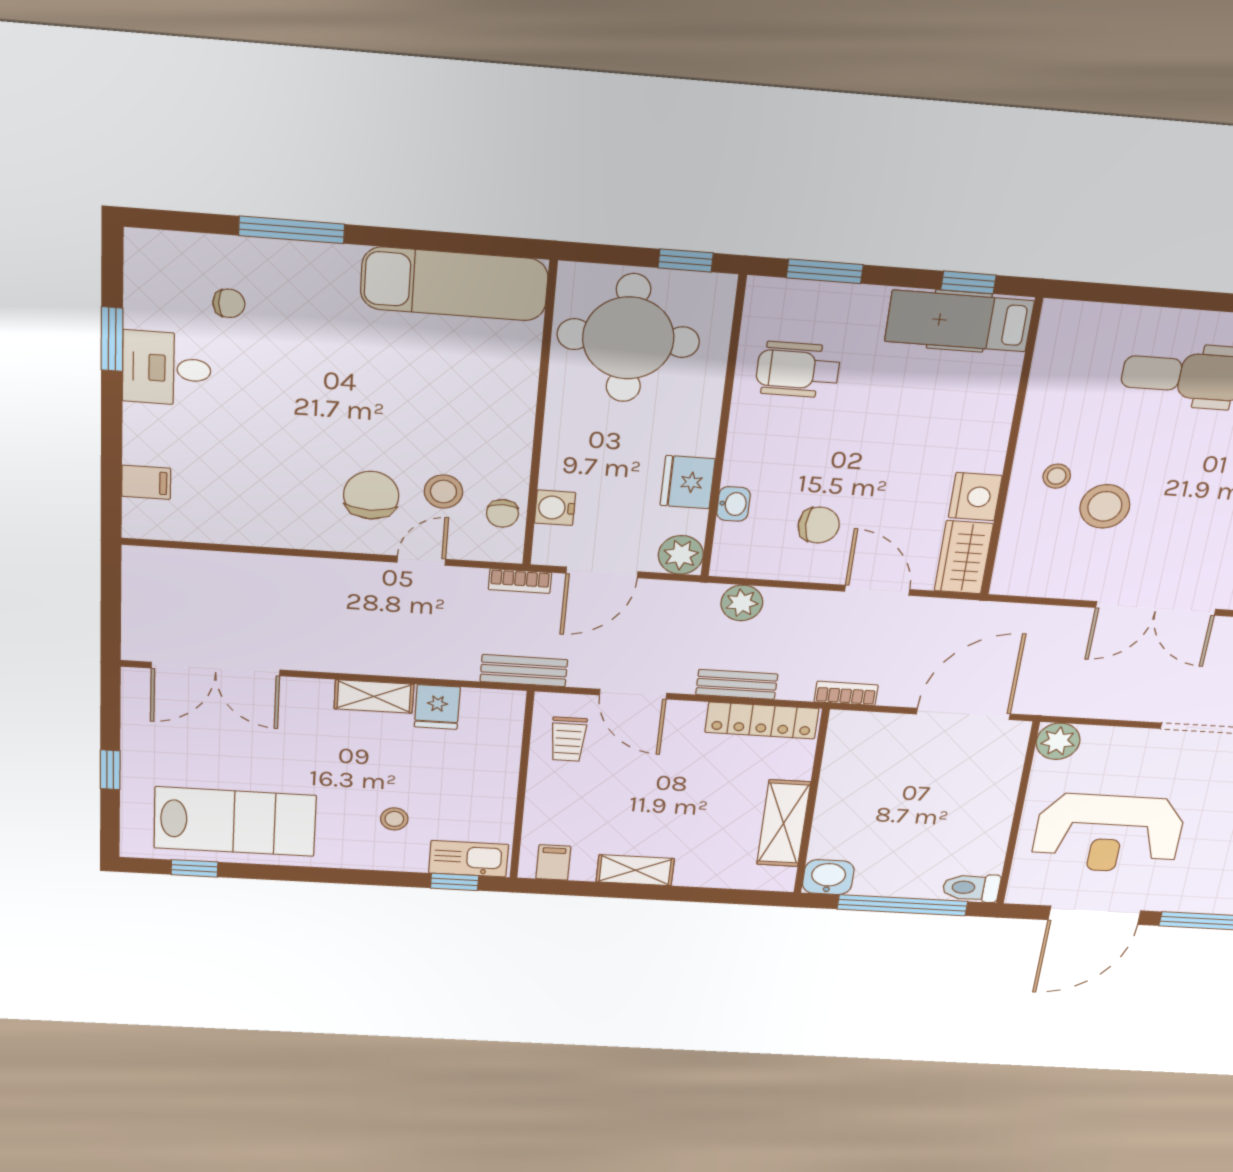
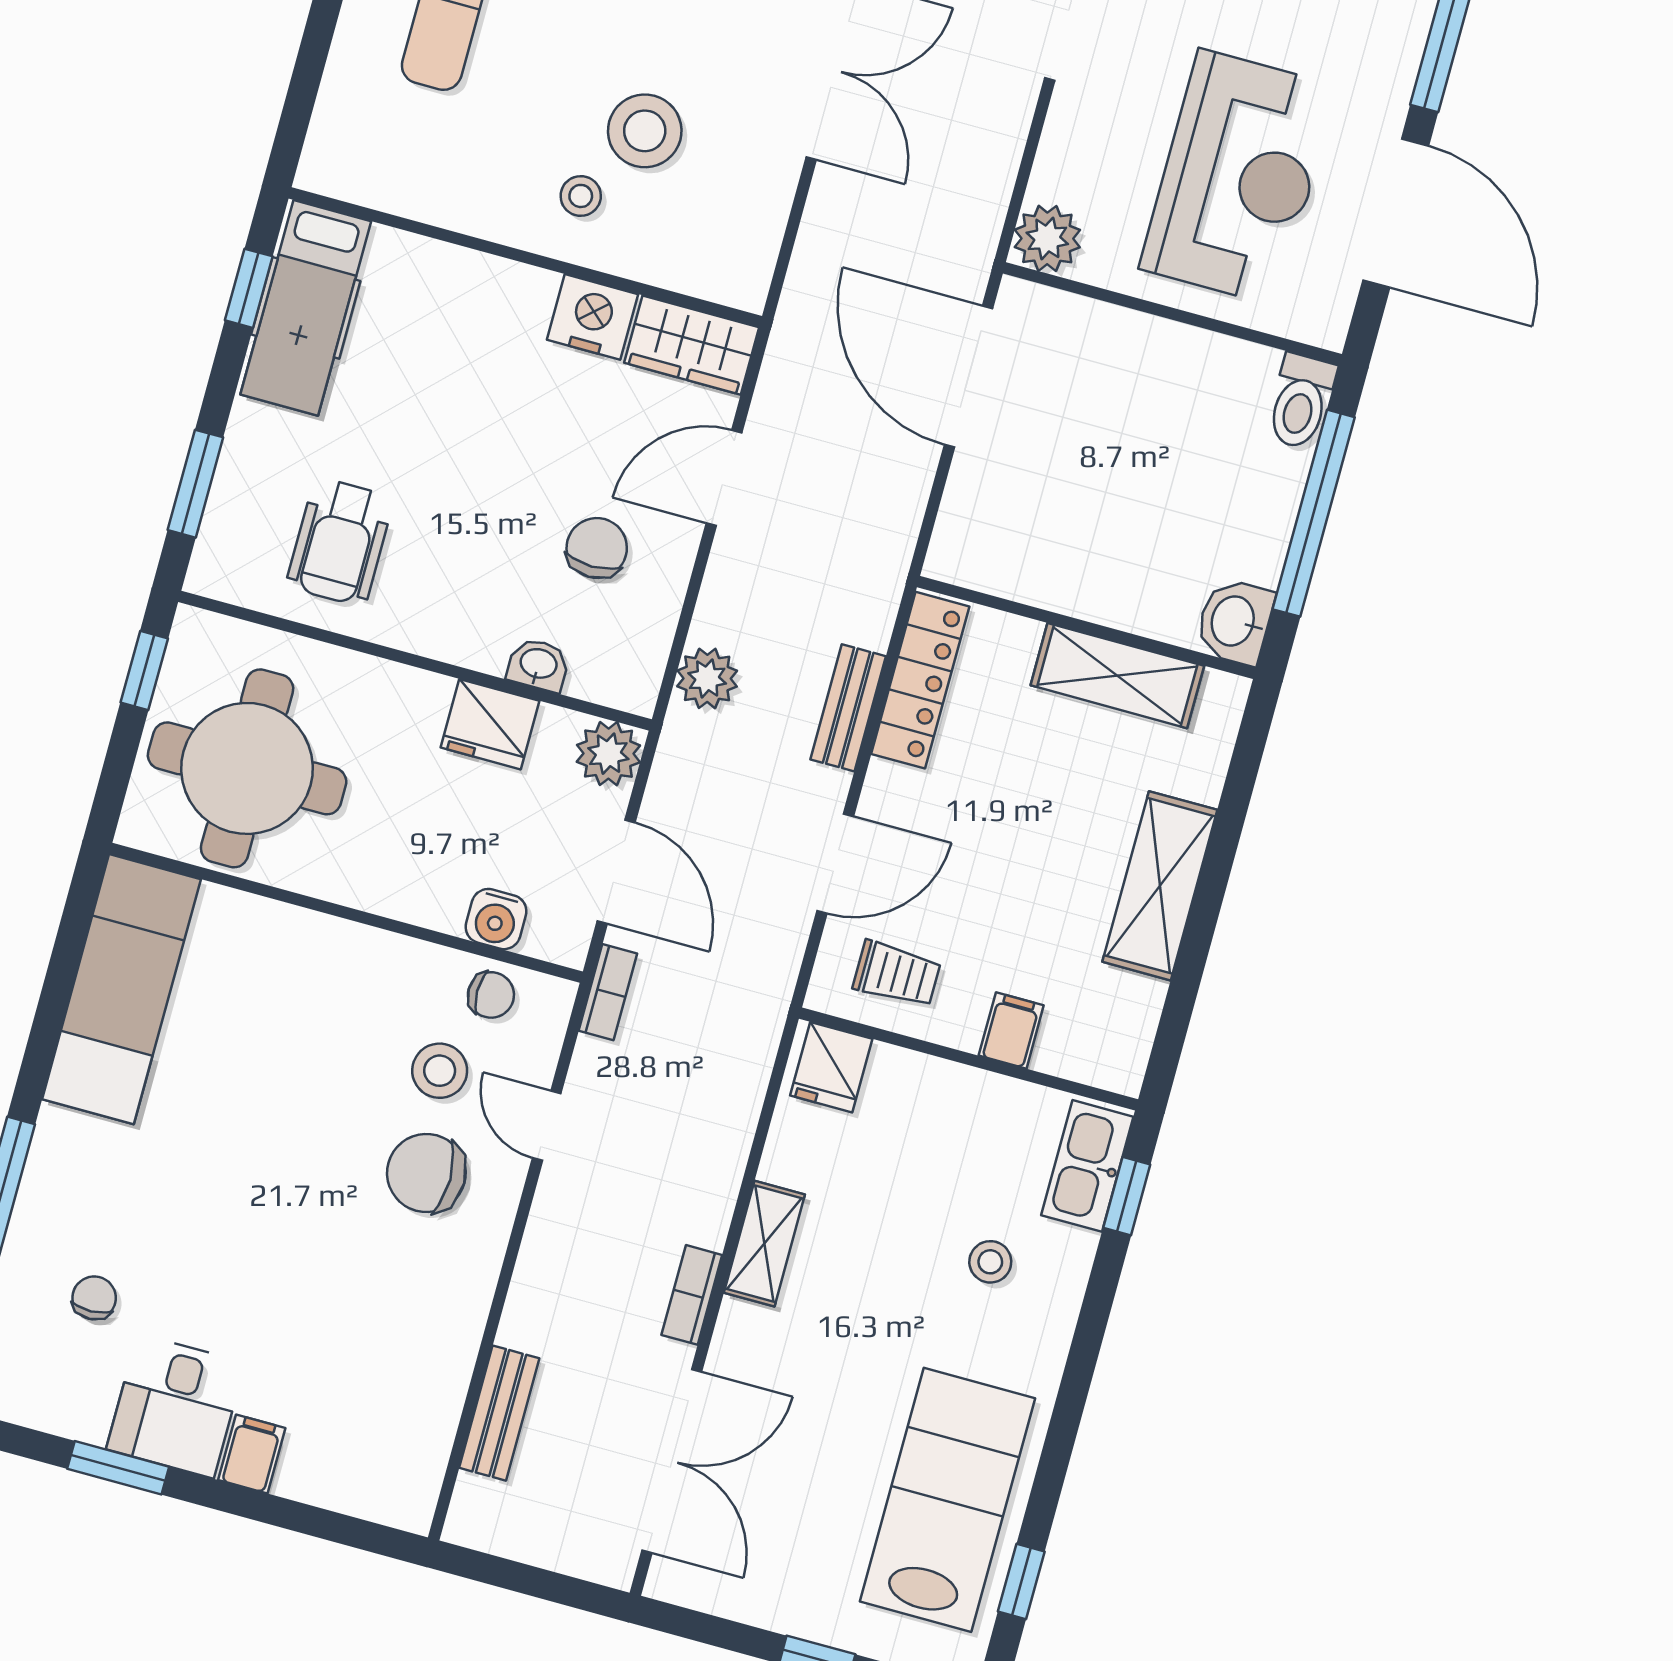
filing cabinet: (146, 482) -> (252, 1454), moved
bench: (524, 671) -> (499, 1413), moved
bookcase: (846, 693) -> (692, 1295), moved
fridge: (437, 707) -> (831, 1067), moved, turned 90
filing cabinet: (553, 863) -> (1011, 1030), moved, turned 90
shelving: (635, 870) -> (1160, 886), width x1.50, depth x1.33

